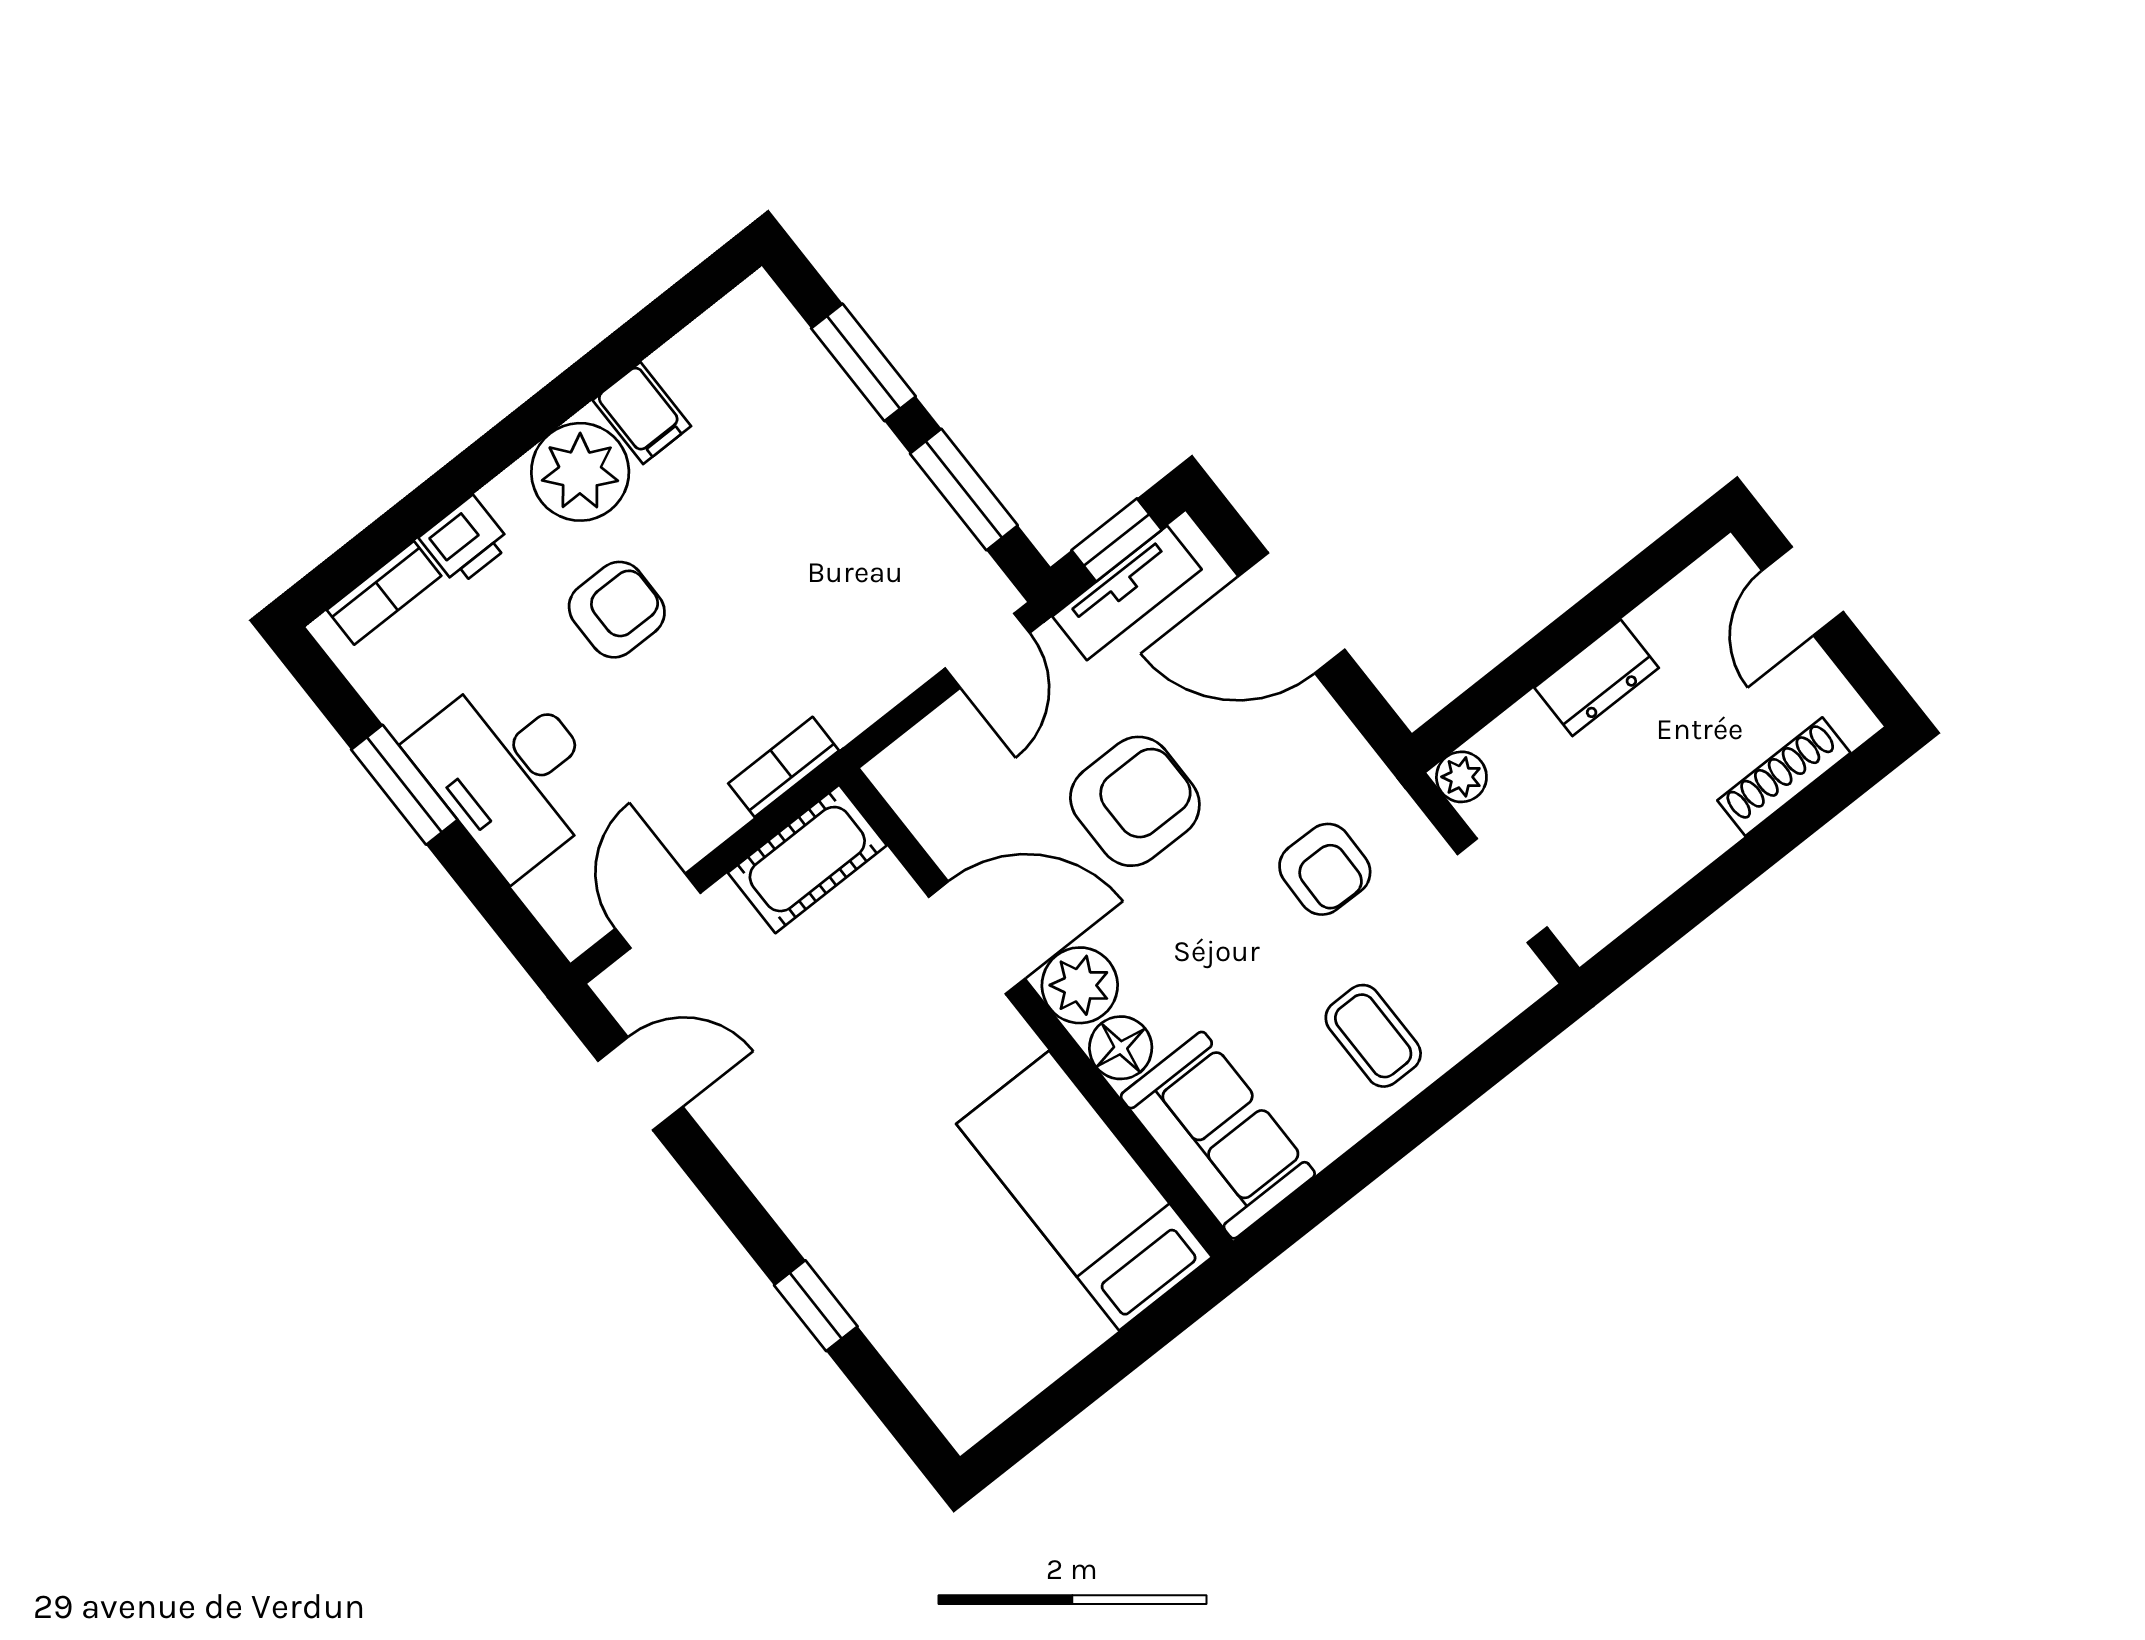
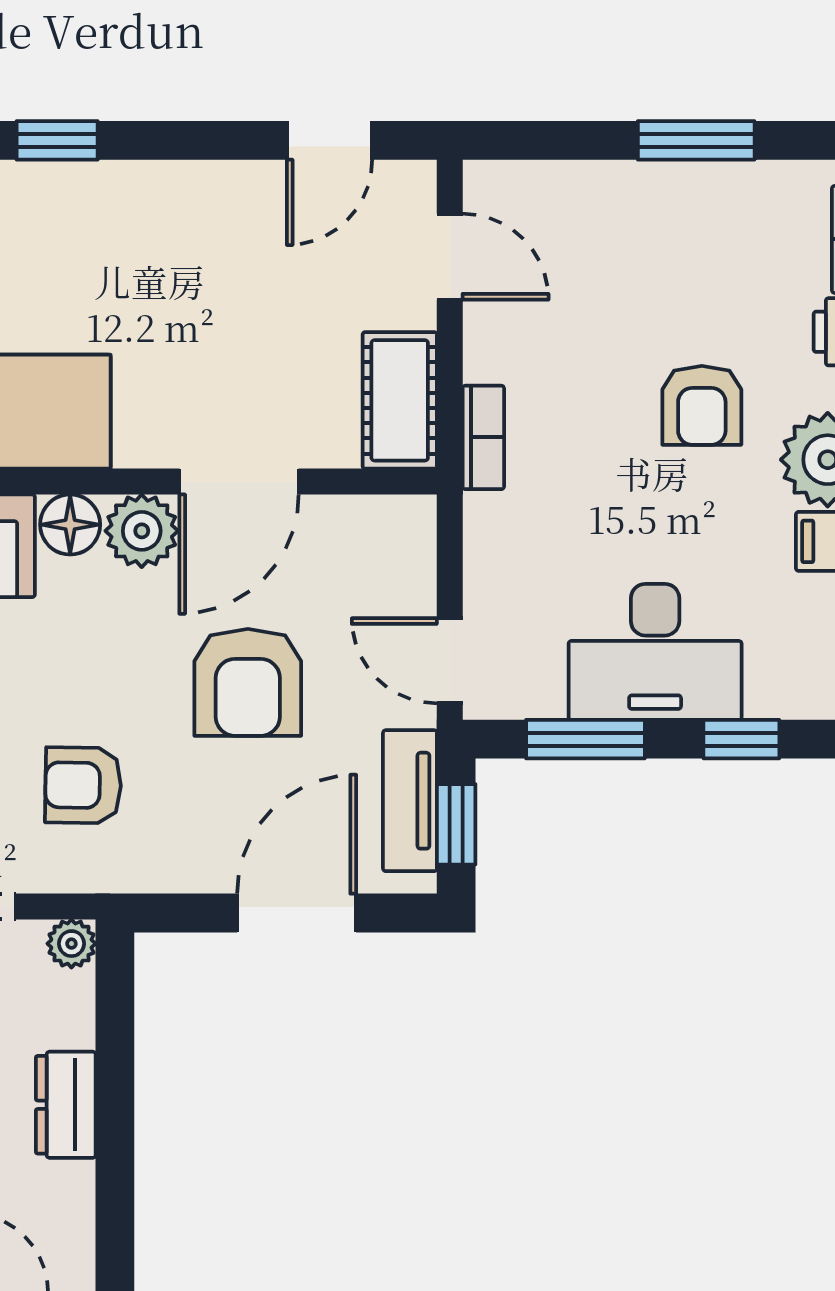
window: (863, 362) -> (741, 739), width x0.67
desk: (510, 772) -> (655, 652), moved, turned 180

